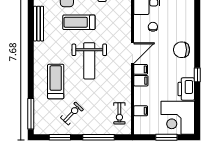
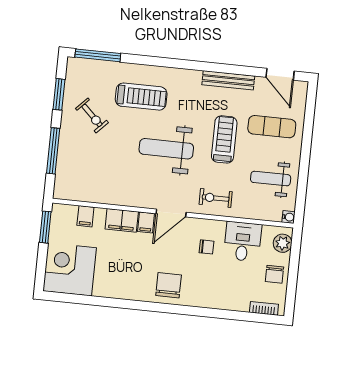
door: (132, 53) -> (171, 213), hinge flipped
window: (197, 75) -> (130, 304), removed
filing cabinet: (141, 81) -> (122, 220), width x2.00
printer: (186, 89) -> (110, 286), removed
exercise bike: (119, 113) -> (216, 198), moved
window: (166, 137) -> (45, 227), moved

